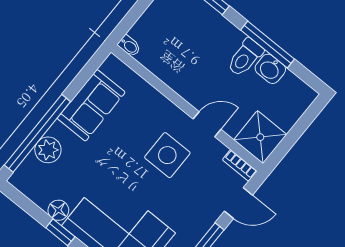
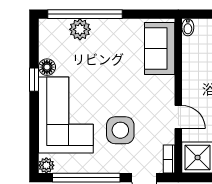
sofa: (91, 105) -> (160, 48), moved, turned 90
side table: (167, 155) -> (120, 130), moved

